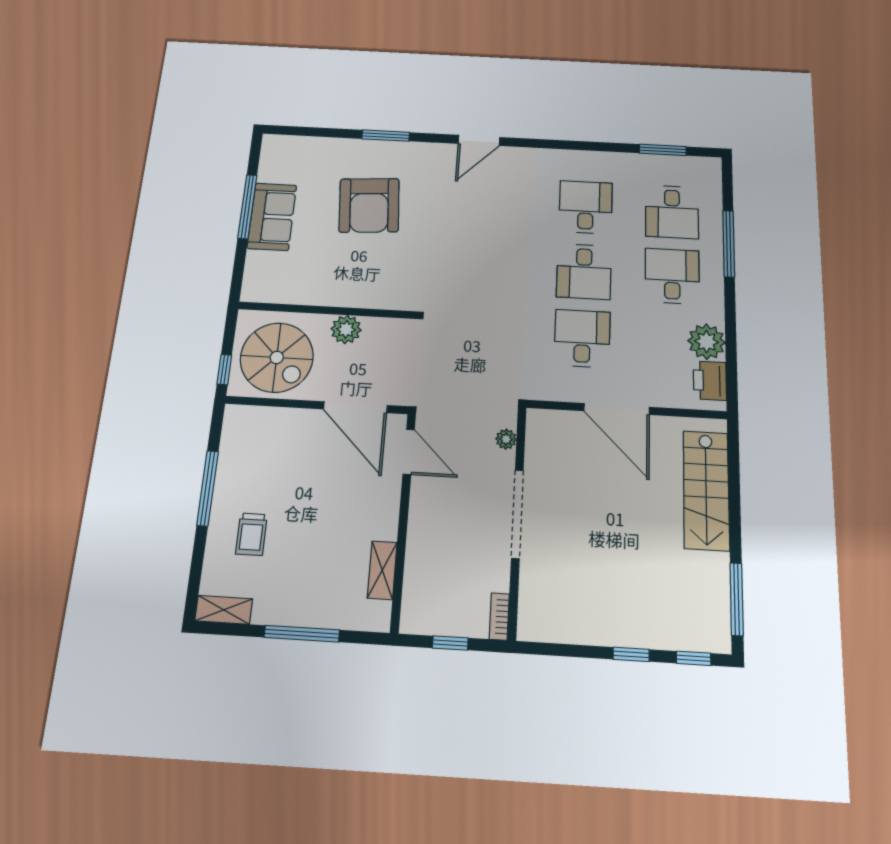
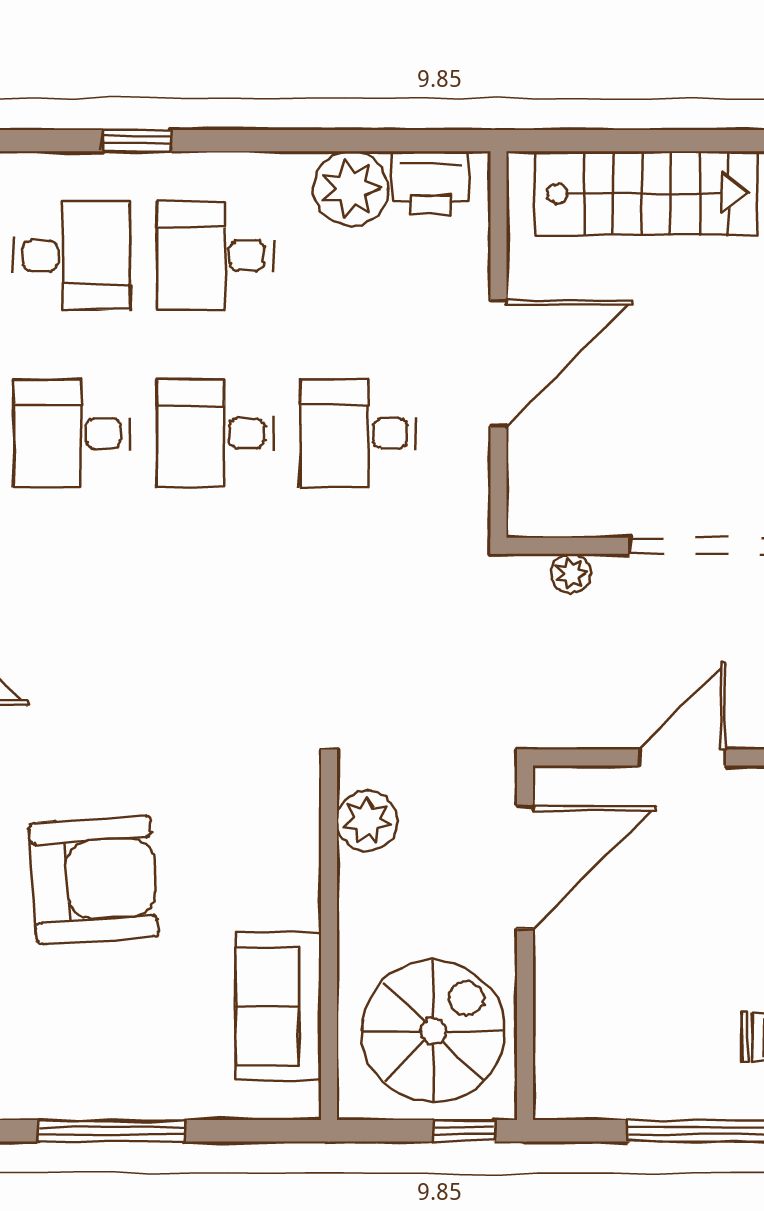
sofa: (272, 217) -> (278, 1007), moved, turned -90
window: (729, 244) -> (137, 141), width x0.46
desk: (584, 271) -> (215, 433), turned 180
plant: (346, 329) -> (367, 821), moved
door: (409, 452) -> (682, 757), moved

